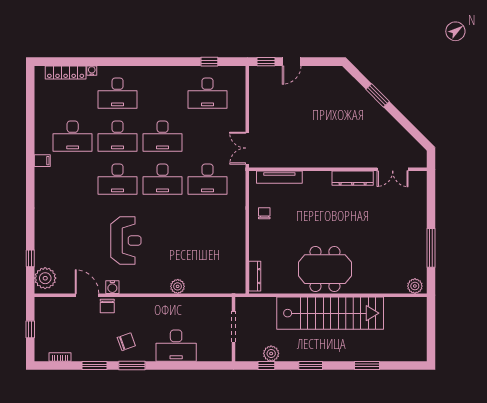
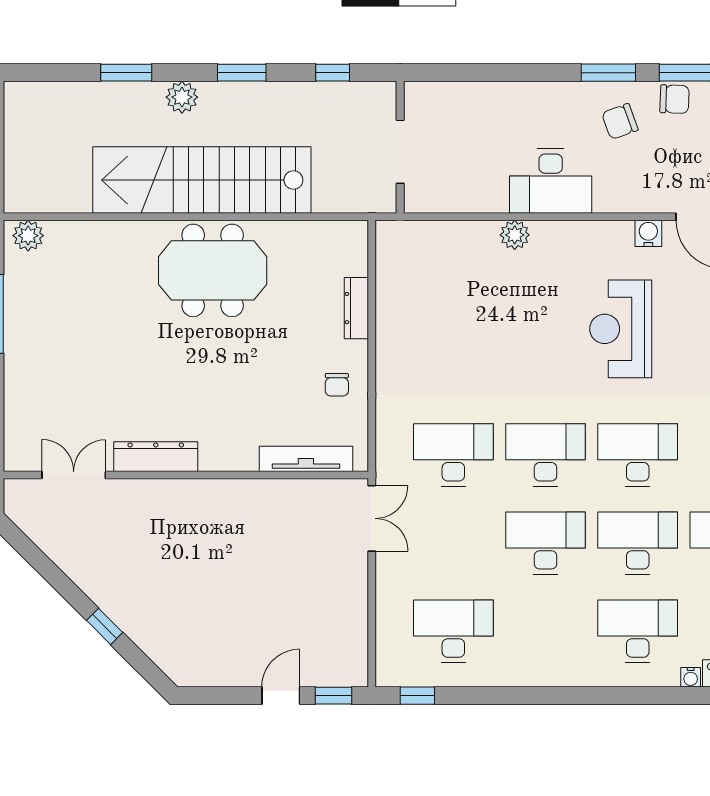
window: (209, 62) -> (417, 696), moved
window: (378, 95) -> (105, 626), width x0.67
dresser: (255, 276) -> (356, 308), moved
chair: (107, 306) -> (674, 99), moved, turned 92
desk: (176, 346) -> (551, 181), moved, turned 180
plant: (271, 354) -> (182, 97), moved

